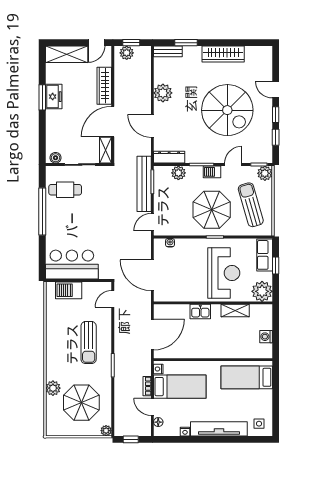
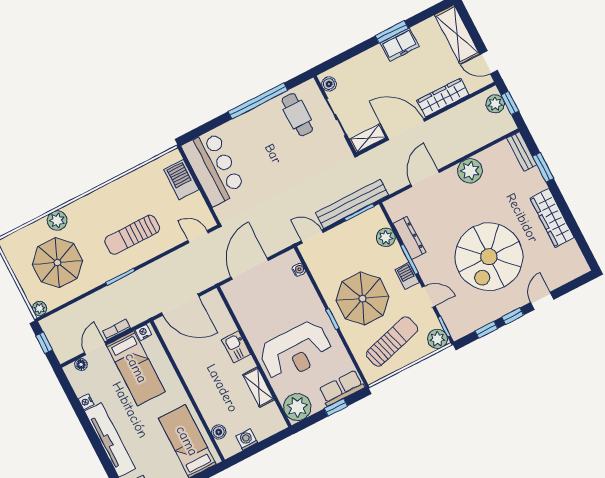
dresser: (169, 157) -> (409, 238), moved
boiler: (251, 353) -> (219, 432), added

